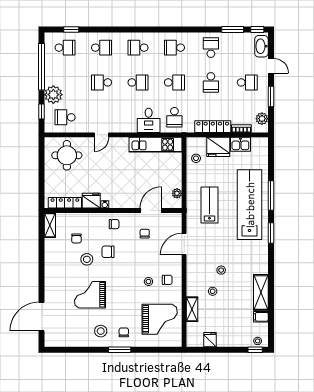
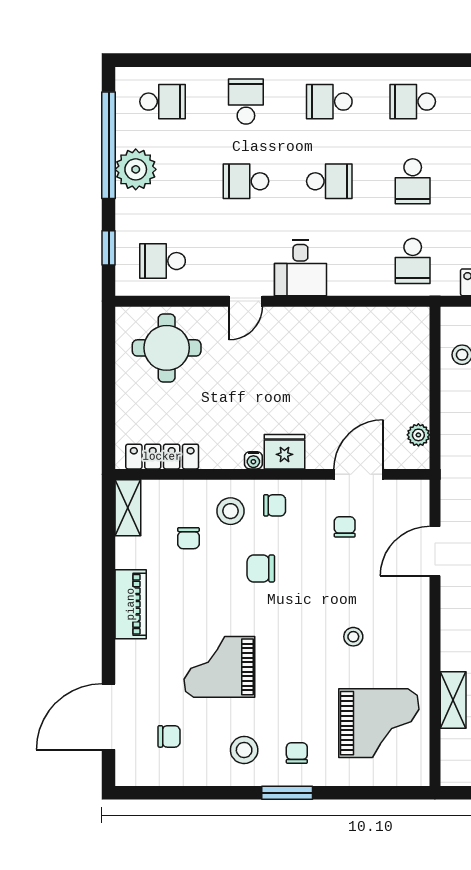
window: (71, 29) -> (177, 60), removed
school desk: (102, 48) -> (246, 102), turned -90
school desk: (174, 82) -> (413, 181), turned 90
plant: (53, 95) -> (136, 169), moved
desk: (149, 120) -> (300, 268), moved
kitchen unit: (155, 145) -> (369, 324), removed
fridge: (91, 201) -> (284, 452), moved
stool: (87, 259) -> (230, 511), moved
piano: (51, 267) -> (131, 604), added
chair: (167, 280) -> (169, 736), moved

